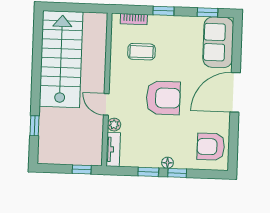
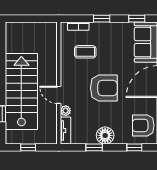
stairs: (61, 59) -> (21, 91), moved
floor lamp: (167, 163) -> (105, 135), width x1.89, depth x1.89
window: (82, 169) -> (28, 147), moved
window: (177, 173) -> (134, 147), moved

